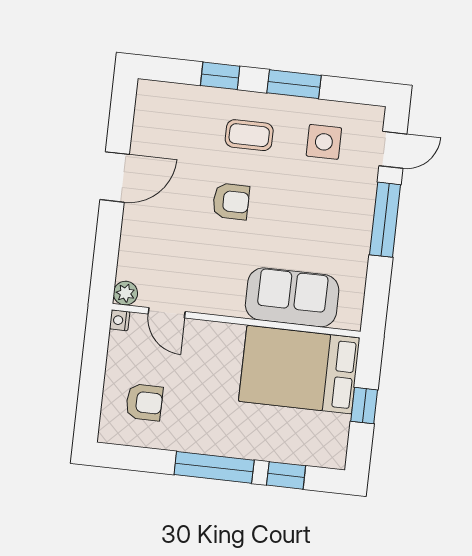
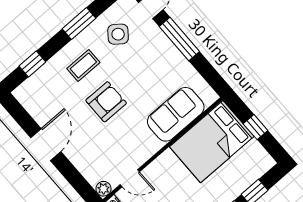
window: (220, 76) -> (32, 64), moved
side table: (324, 142) -> (118, 34), turned 38
armchair: (231, 201) -> (106, 102), width x1.38, depth x1.38

